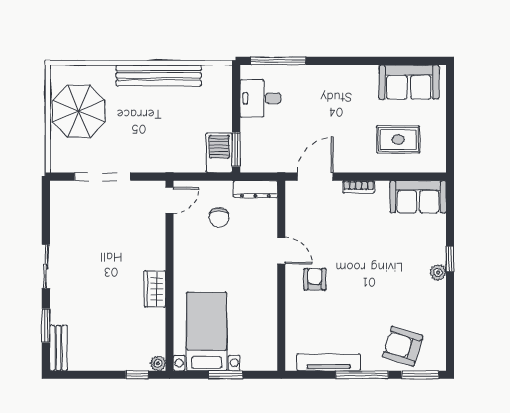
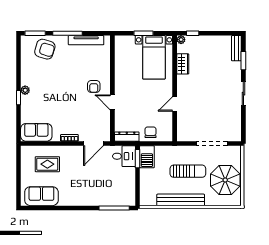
desk: (260, 98) -> (124, 156), moved
sun lounger: (146, 127) -> (188, 171), added
door: (169, 200) -> (175, 104), moved
chair: (219, 218) -> (151, 132), moved
wardrobe: (155, 289) -> (183, 64), moved

